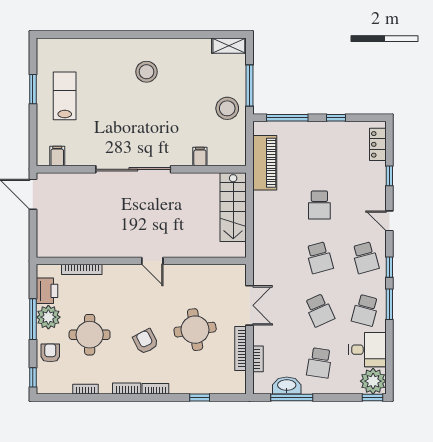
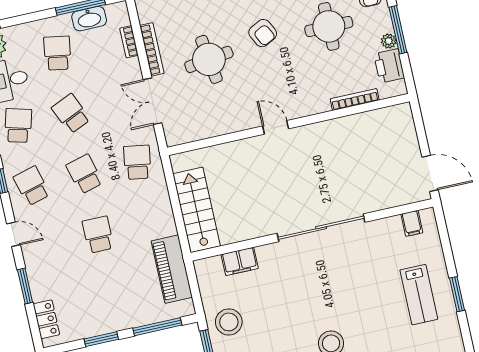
window: (336, 118) -> (101, 339), width x1.50
filing cabinet: (200, 157) -> (240, 261), width x2.00
window: (389, 176) -> (25, 286), width x1.50
school desk: (273, 258) -> (137, 162), added
plant: (48, 317) -> (389, 41), width x0.53, depth x0.53

